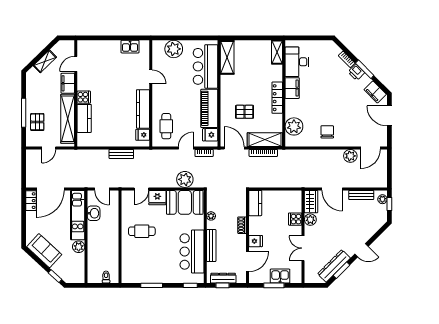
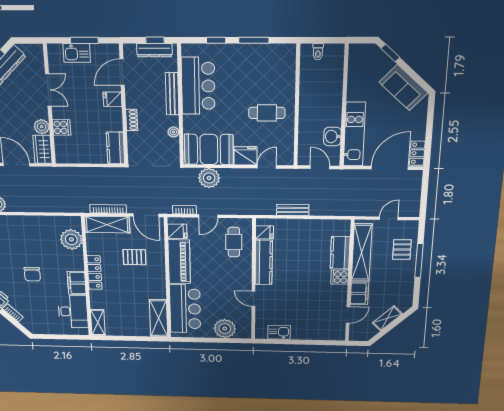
chair: (327, 132) -> (32, 274), moved
plant: (79, 247) -> (355, 93), removed
window: (190, 285) -> (216, 40), moved

